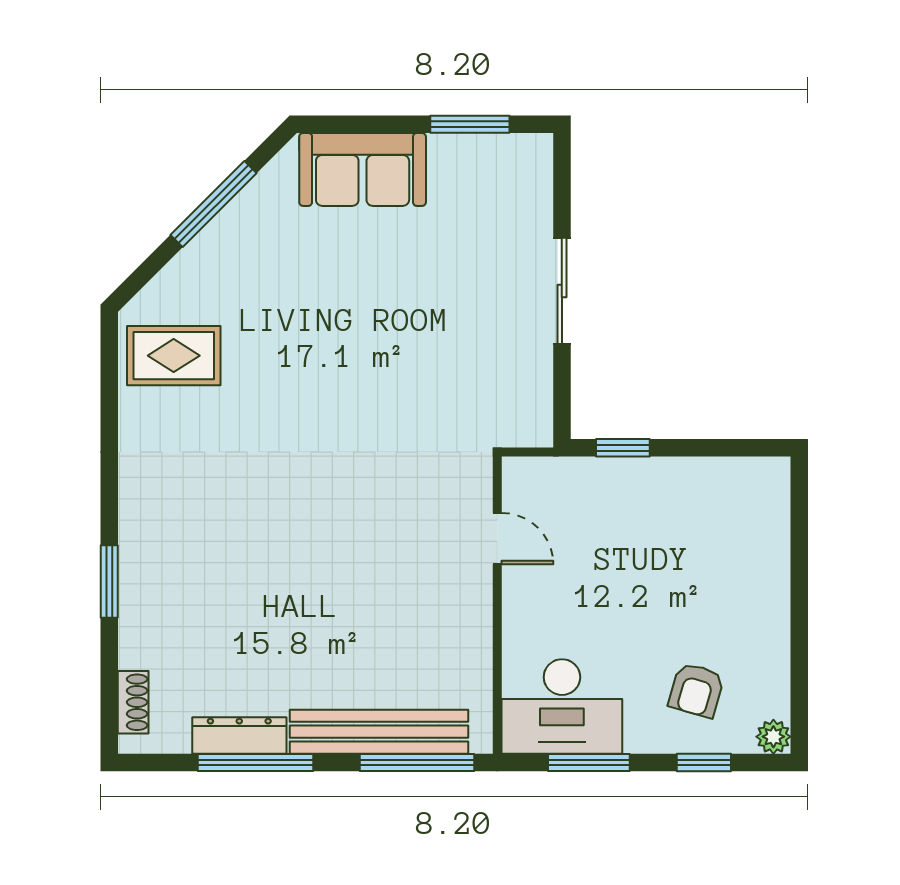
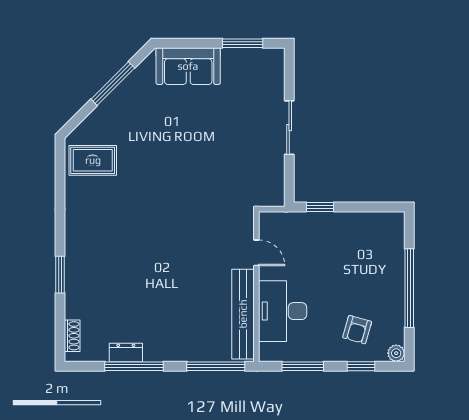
window: (799, 608) -> (409, 288), added
desk: (562, 706) -> (283, 311), moved, turned 90
bench: (379, 732) -> (243, 314), moved, turned 90
dresser: (239, 735) -> (126, 353), width x0.70

